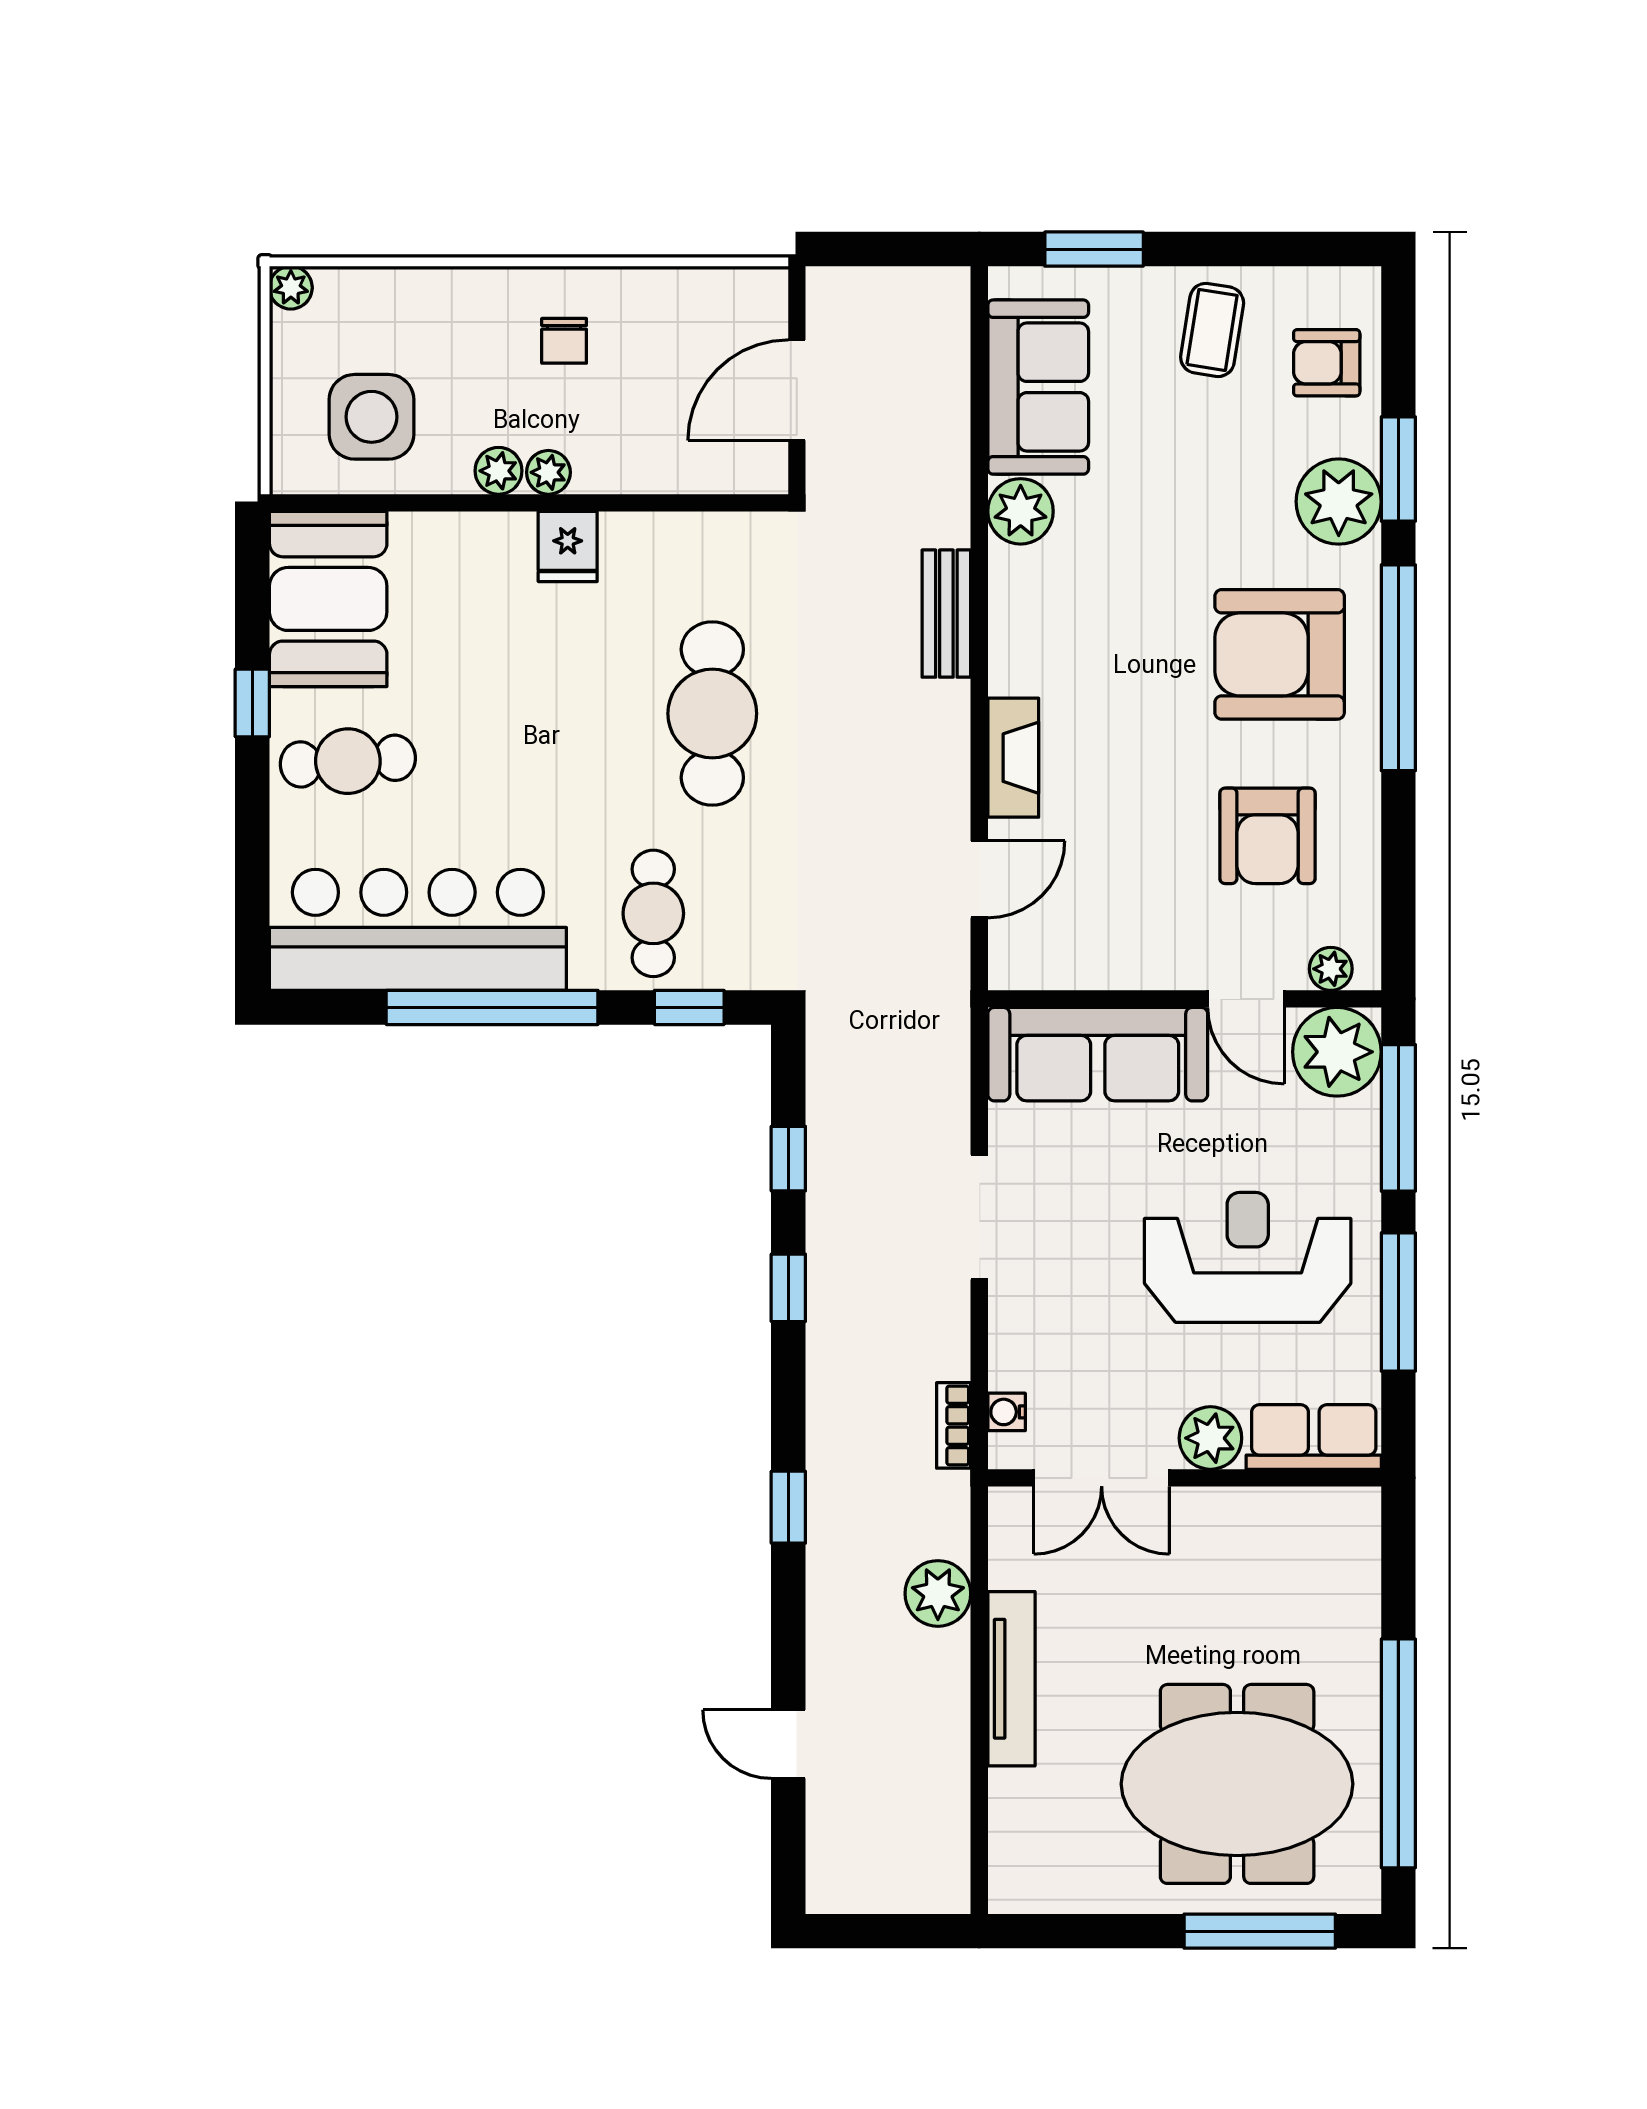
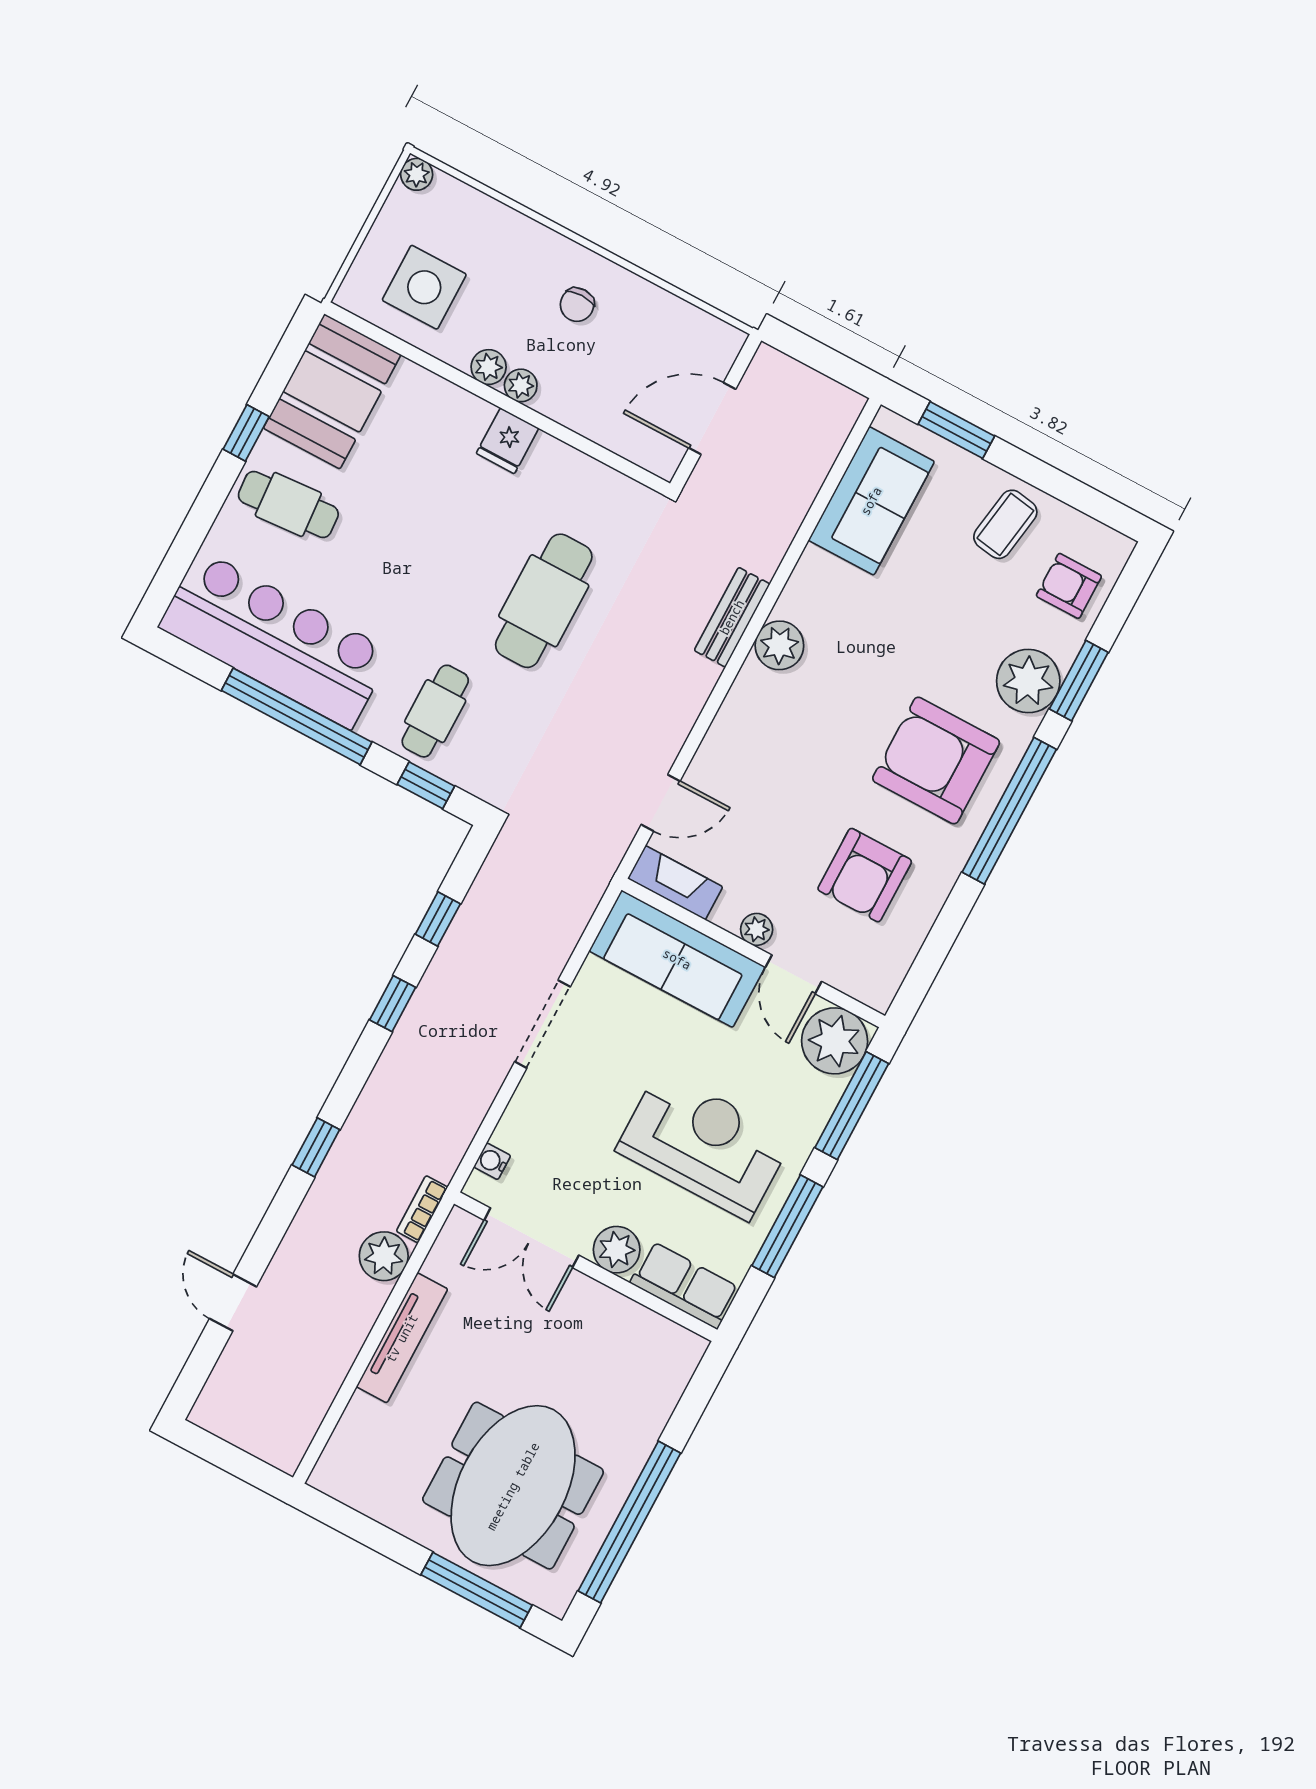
plant: (1021, 511) -> (779, 645), moved
fireplace: (1013, 758) -> (675, 883), moved, turned -90
plant: (1331, 969) -> (757, 929), moved
bookcase: (954, 1425) -> (422, 1209), moved
meeting table: (1237, 1784) -> (513, 1486), turned 90

